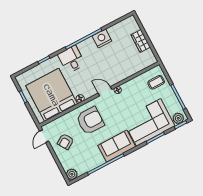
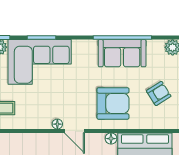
armchair: (90, 121) -> (113, 103), turned 180
sofa: (117, 146) -> (122, 53), moved

